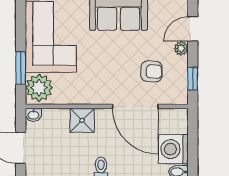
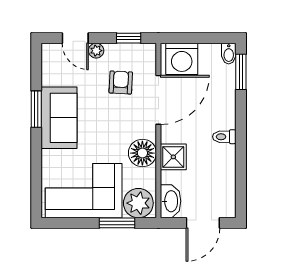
floor lamp: (86, 92) -> (142, 153), added
washbasin: (33, 115) -> (171, 201), width x1.91, depth x1.45
washing machine: (173, 149) -> (182, 59), moved

